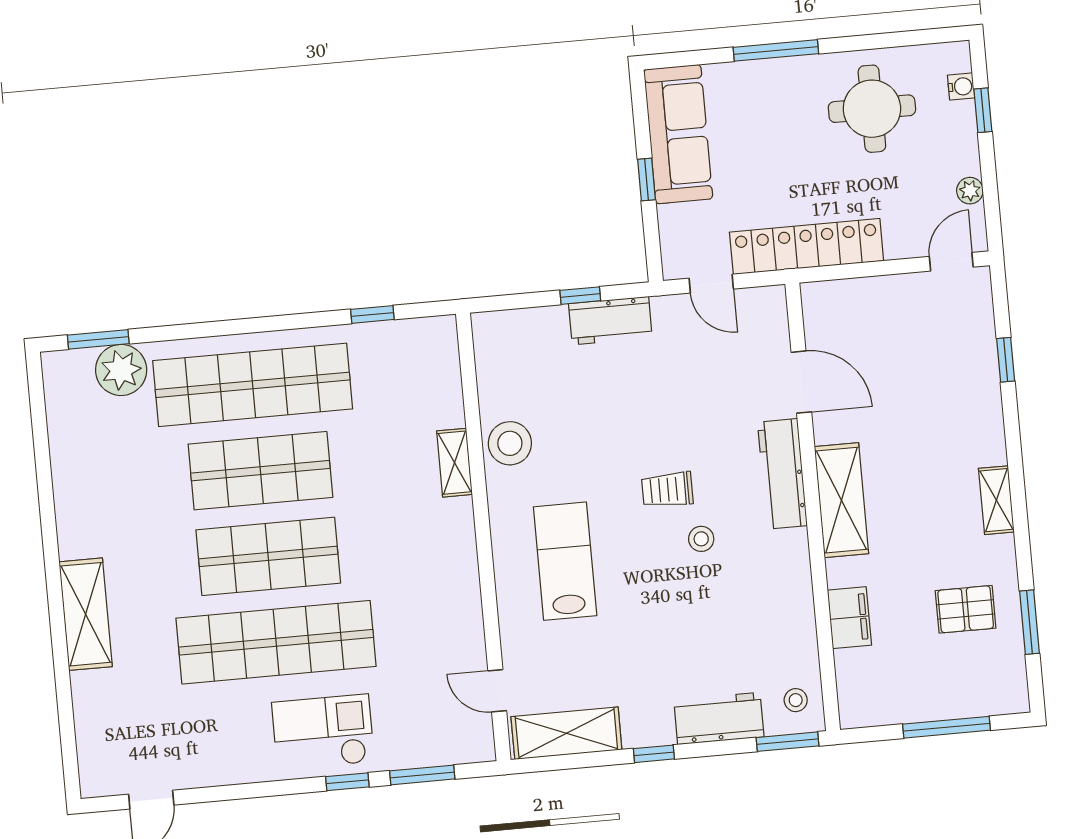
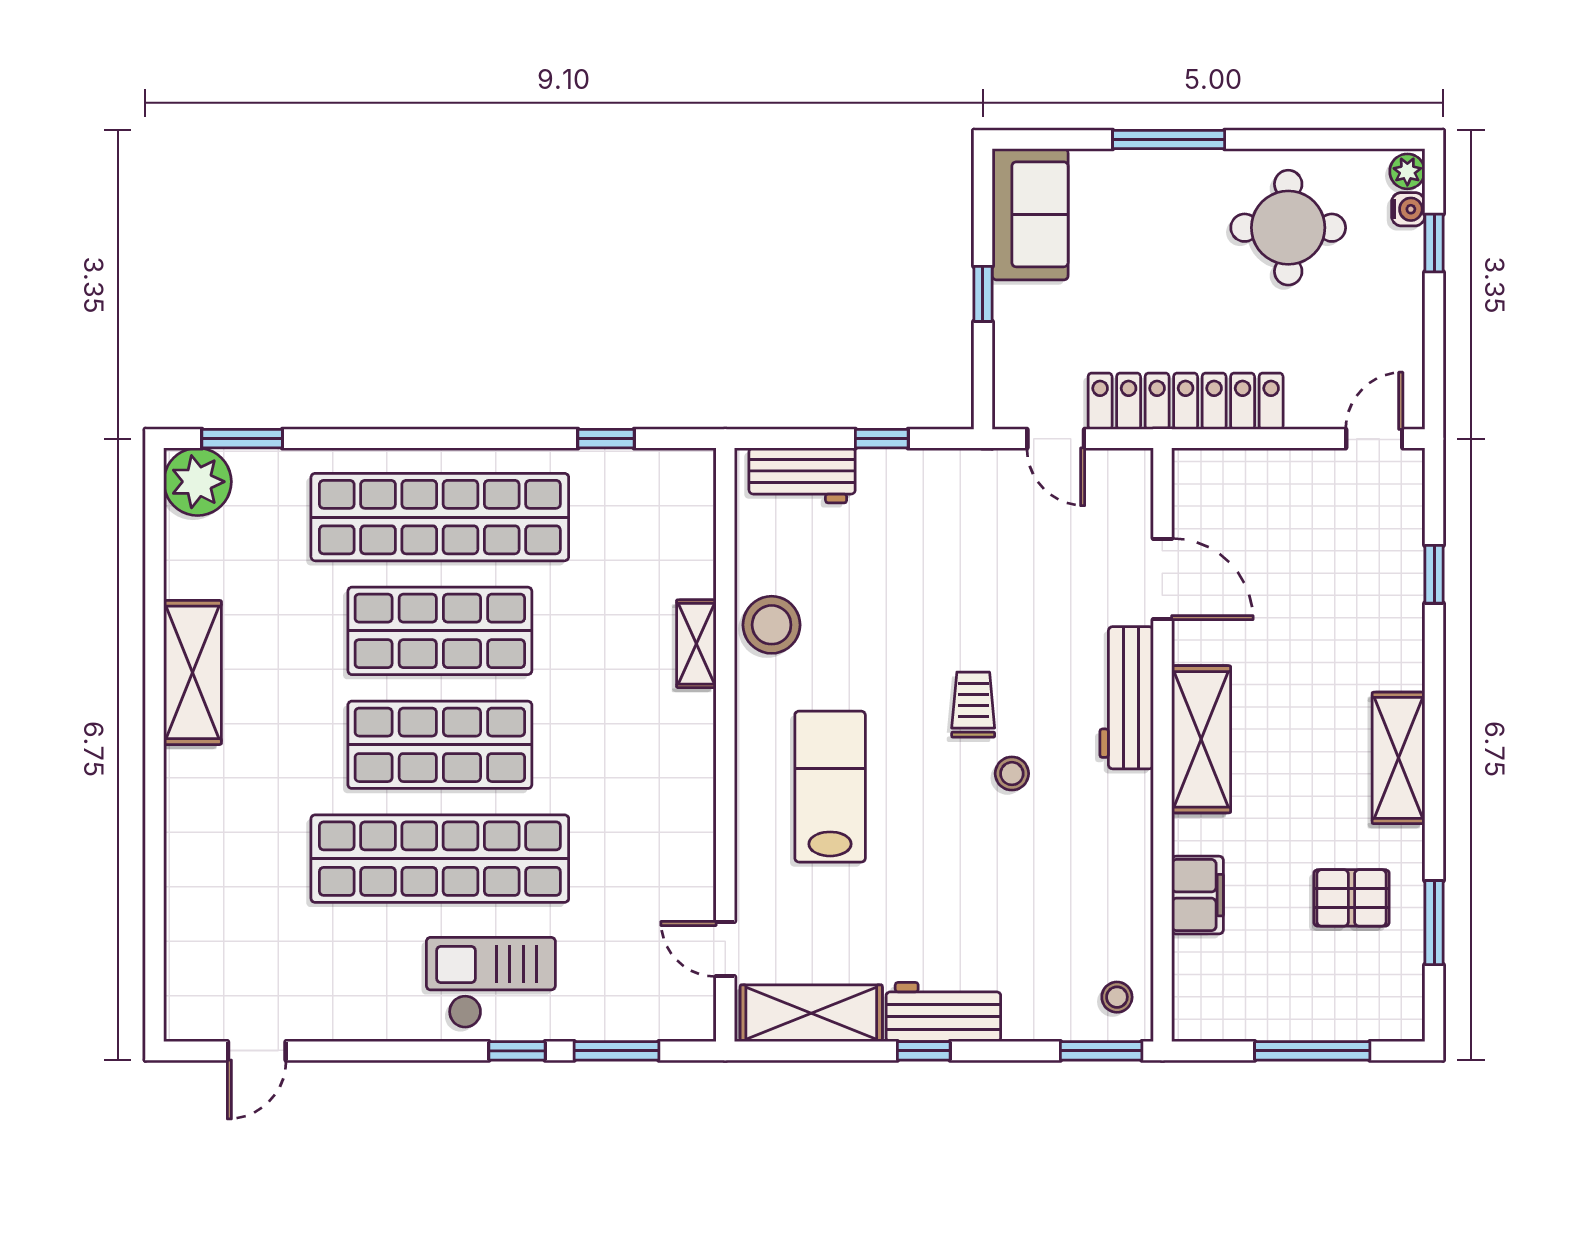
sofa: (678, 134) -> (1030, 214), width x0.73
plant: (970, 191) -> (1407, 171), moved
workbench: (610, 321) -> (802, 475), moved
plant: (121, 370) -> (197, 482), moved
trolley: (667, 490) -> (973, 705), turned 90
shelving: (996, 500) -> (1398, 758), width x1.50, depth x1.33
shelving: (86, 614) -> (193, 672), moved
workbench: (719, 718) -> (943, 1012), moved

